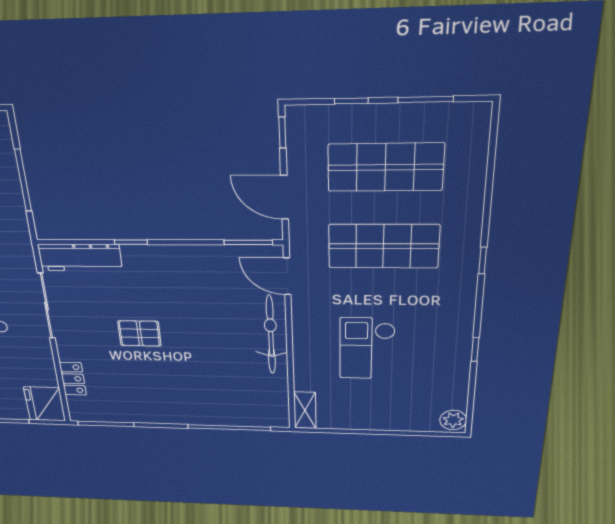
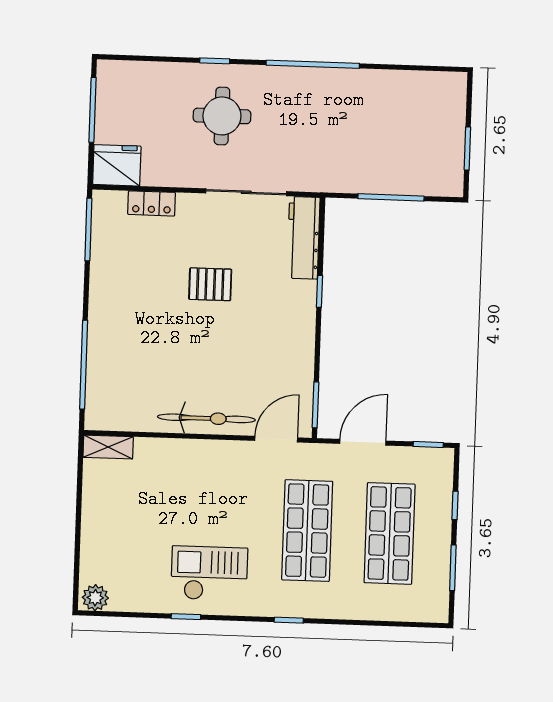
pallet: (139, 333) -> (210, 284), turned 90
checkout: (367, 349) -> (209, 573), moved

